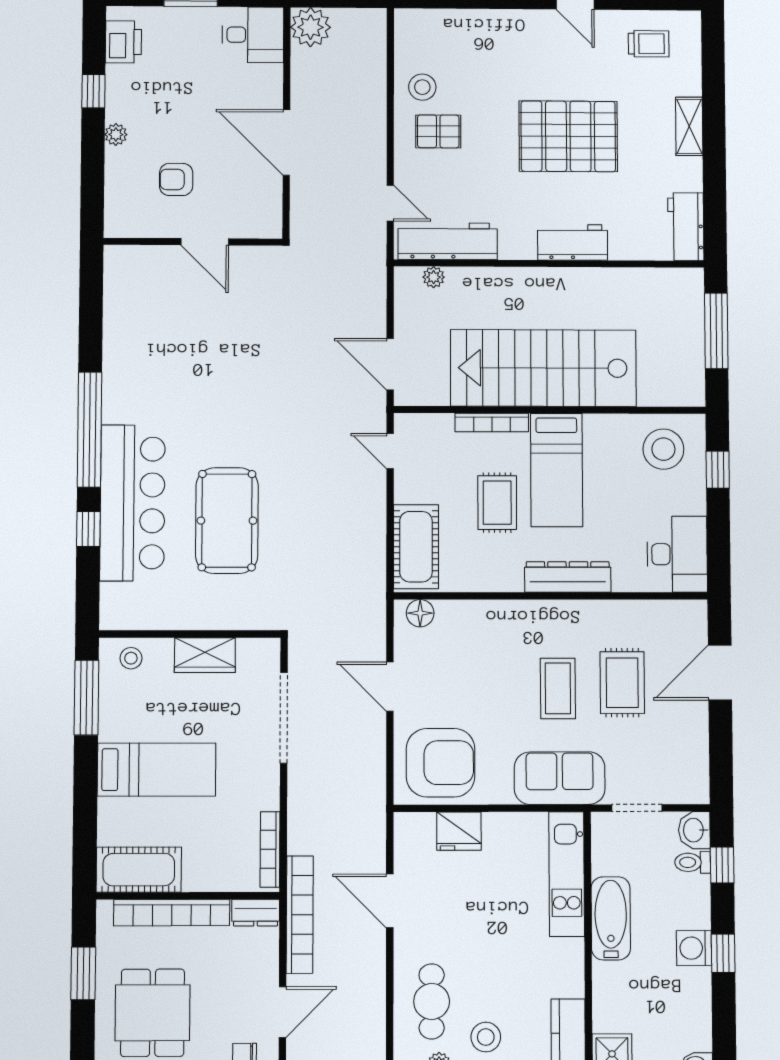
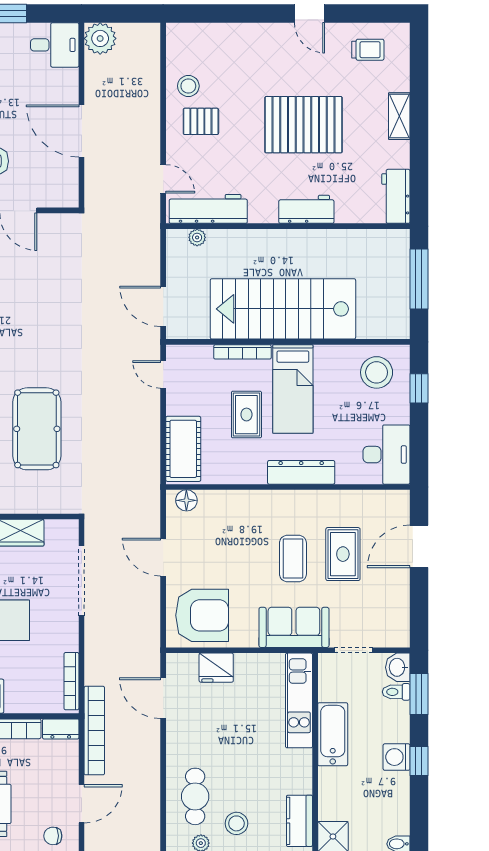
window: (722, 865) -> (419, 694), width x1.50
door: (390, 901) -> (163, 698), moved

